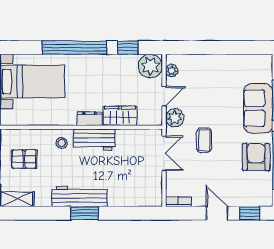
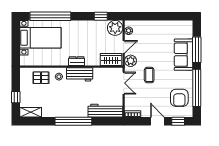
window: (74, 48) -> (50, 16), moved
wardrobe: (120, 116) -> (111, 59), moved
armchair: (256, 157) -> (179, 98), moved, turned 180
pallet: (24, 159) -> (41, 78), moved
workbench: (80, 196) -> (105, 111), moved
window: (84, 213) -> (73, 121), width x2.11

